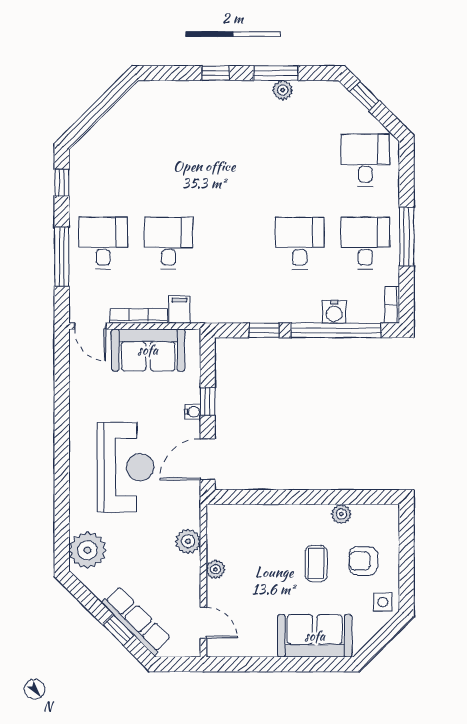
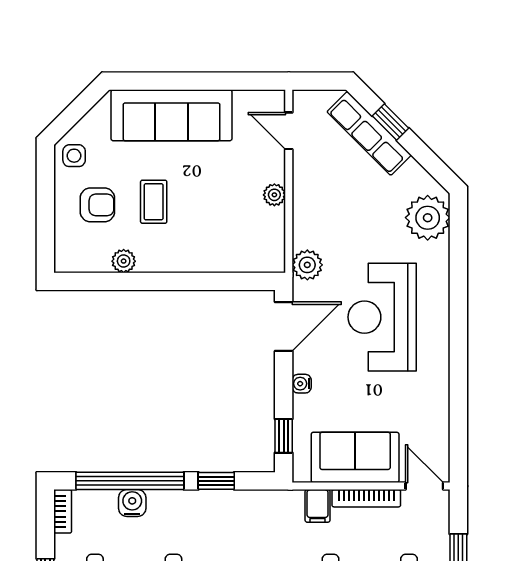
window: (208, 402) -> (284, 436), moved
plant: (188, 541) -> (307, 265), moved
sofa: (315, 636) -> (172, 115), width x1.36

